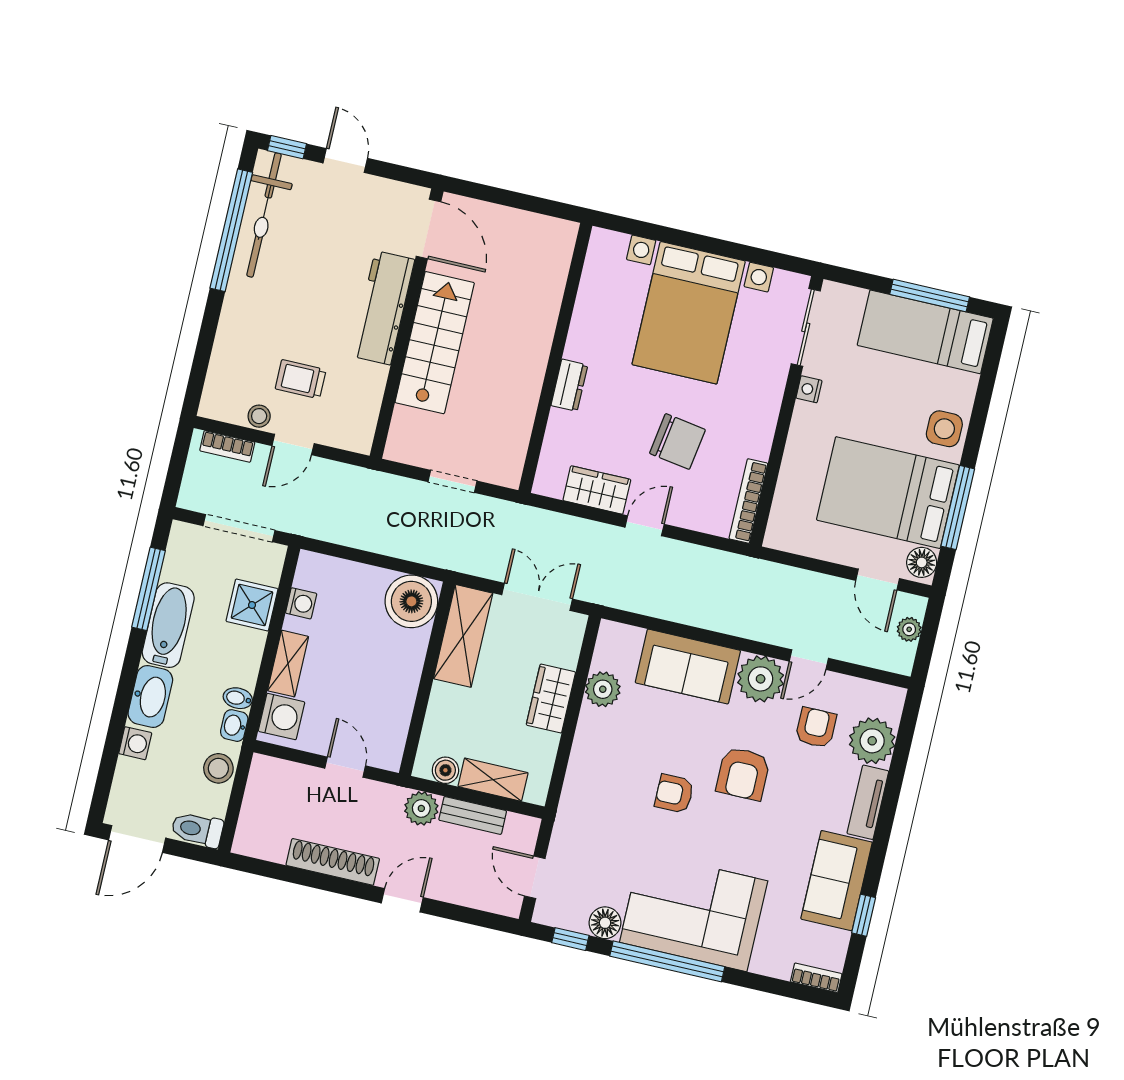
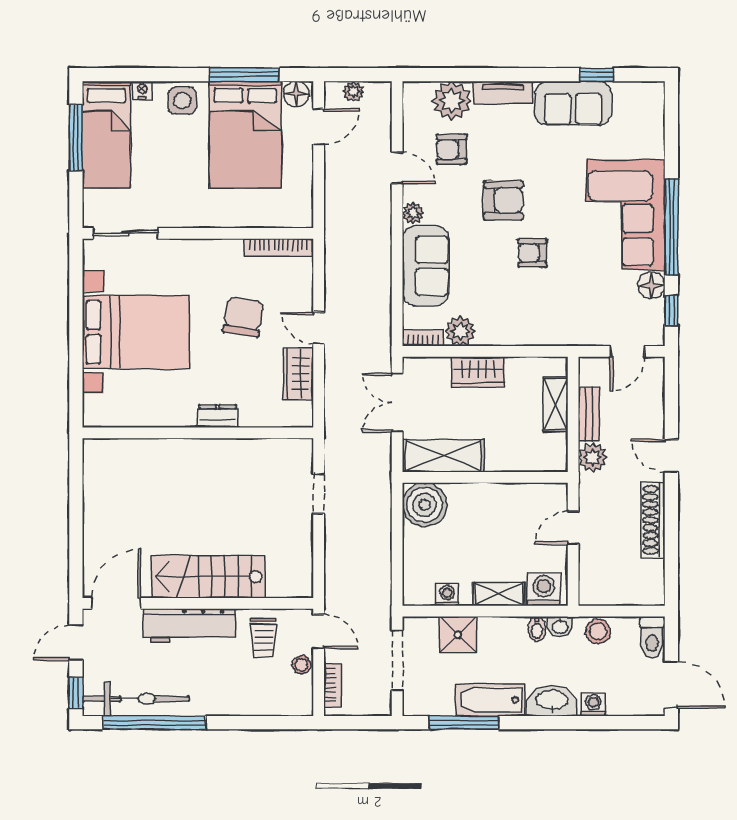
door: (428, 229) -> (116, 603), moved
workbench: (383, 308) -> (189, 626), moved
wall: (407, 324) -> (198, 603), moved
stairs: (435, 343) -> (208, 577), moved
nightstand: (809, 389) -> (142, 90), moved, turned 180
plant: (761, 679) -> (413, 213), width x0.53, depth x0.53
boiler: (445, 770) -> (557, 445), removed
armchair: (674, 794) -> (533, 253), turned 90
bookcase: (816, 978) -> (423, 338), moved, turned 90

